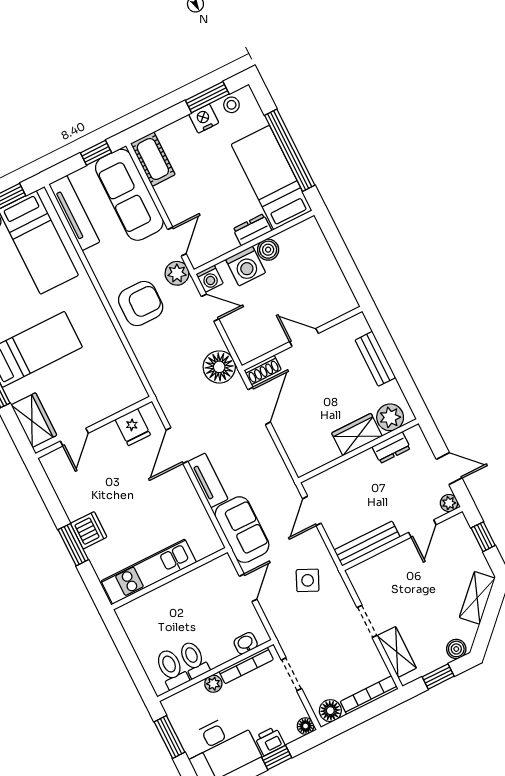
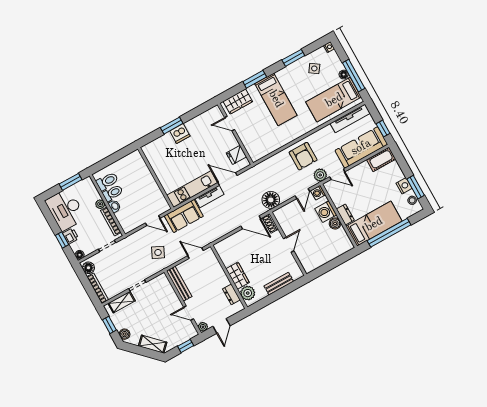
kitchen unit: (149, 572) -> (192, 189), moved, turned -90
washbasin: (246, 643) -> (115, 206), moved

